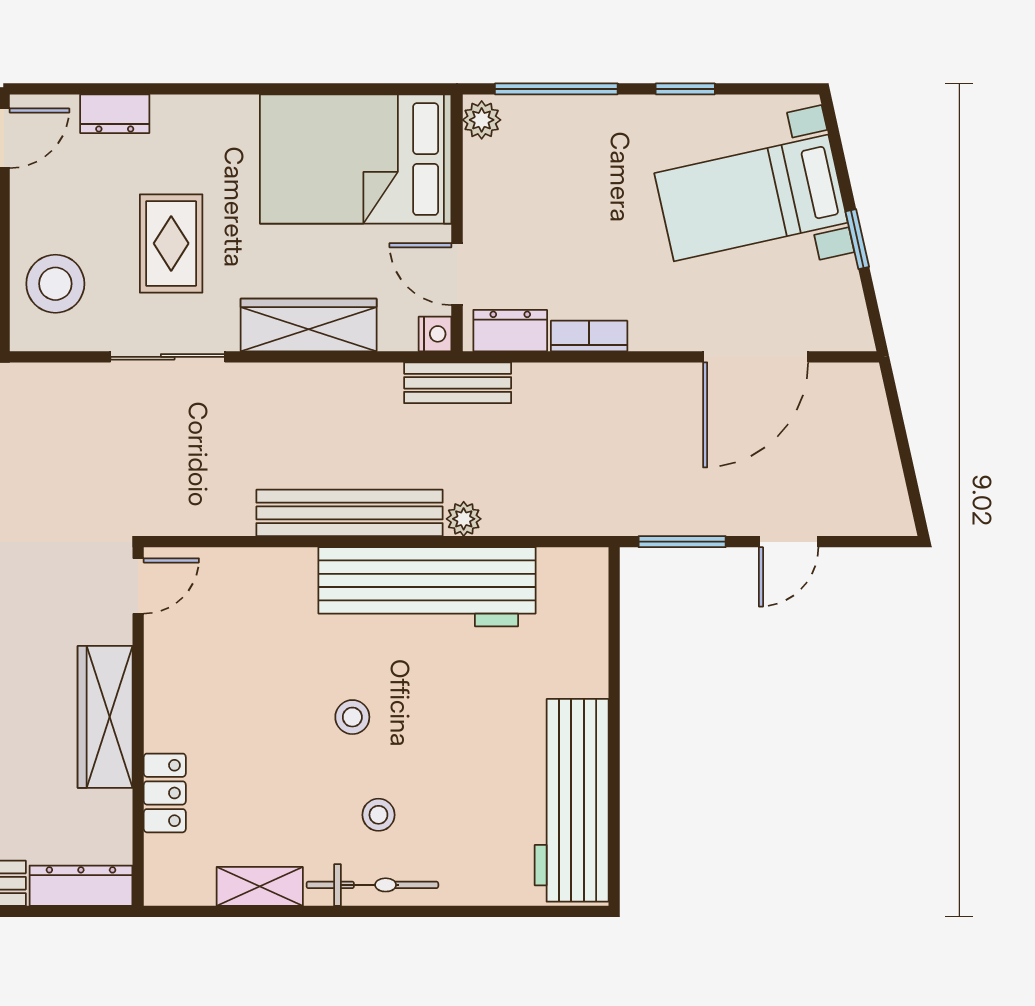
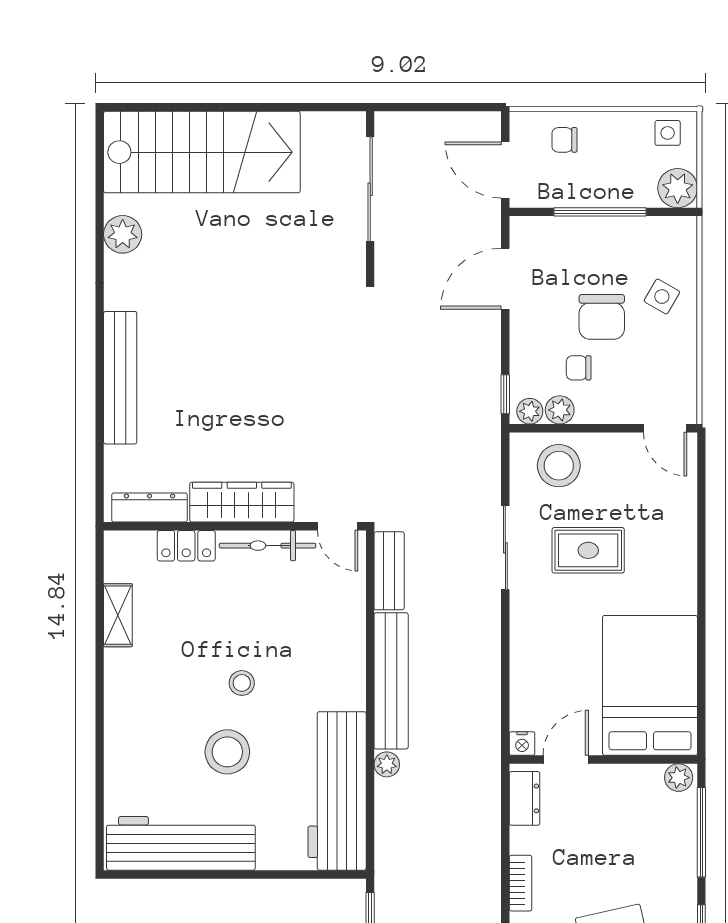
dresser: (115, 114) -> (683, 509), removed
wardrobe: (309, 325) -> (529, 651), removed
bookcase: (589, 336) -> (521, 883), moved
bench: (458, 383) -> (389, 571), moved
workbench: (427, 587) -> (337, 791), moved
stool: (378, 815) -> (227, 752), moved, width x1.89, depth x1.89
bicycle: (372, 885) -> (268, 546), moved, turned 90
dresser: (81, 886) -> (150, 507), moved, turned -90

